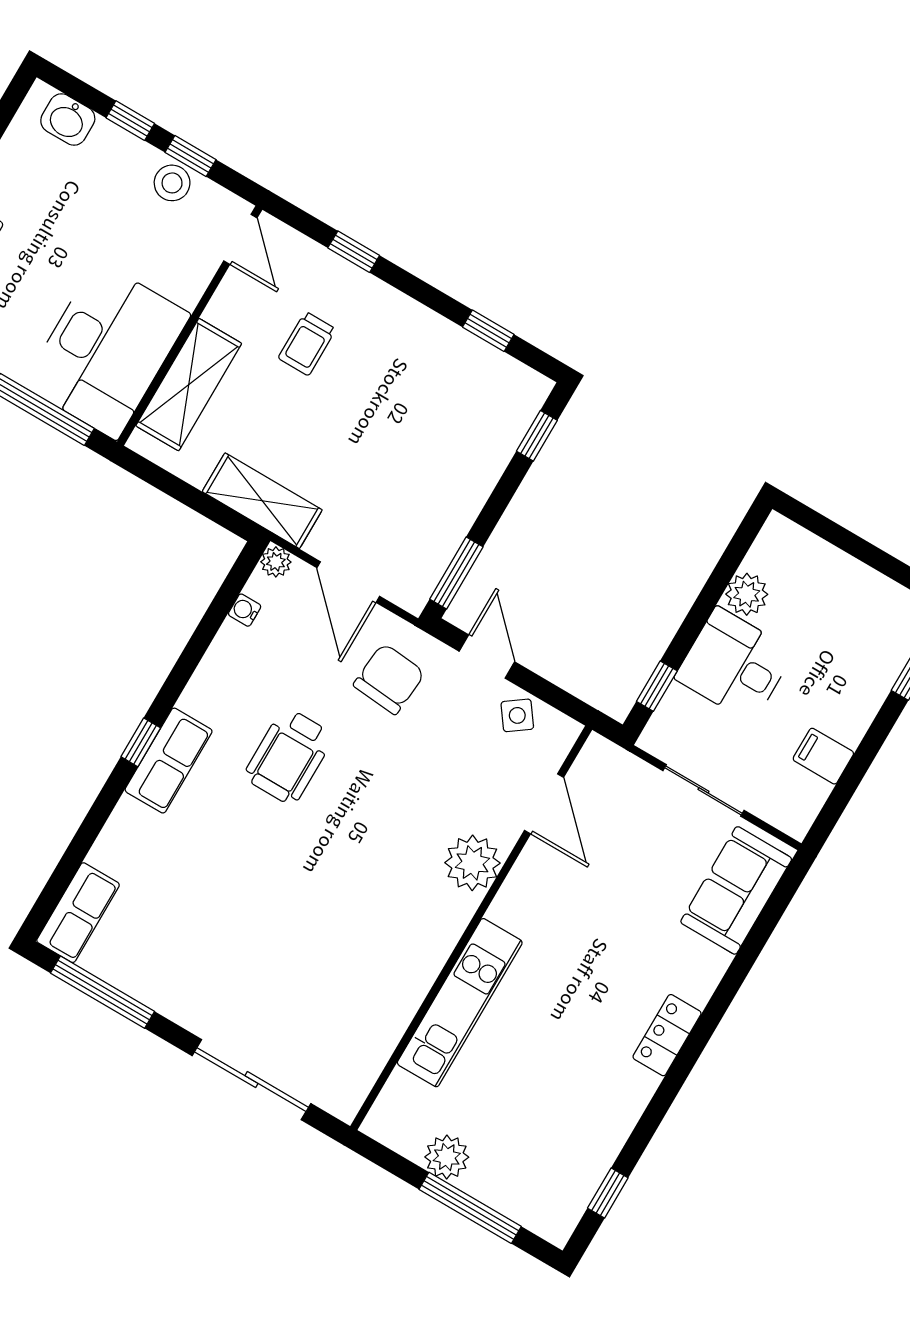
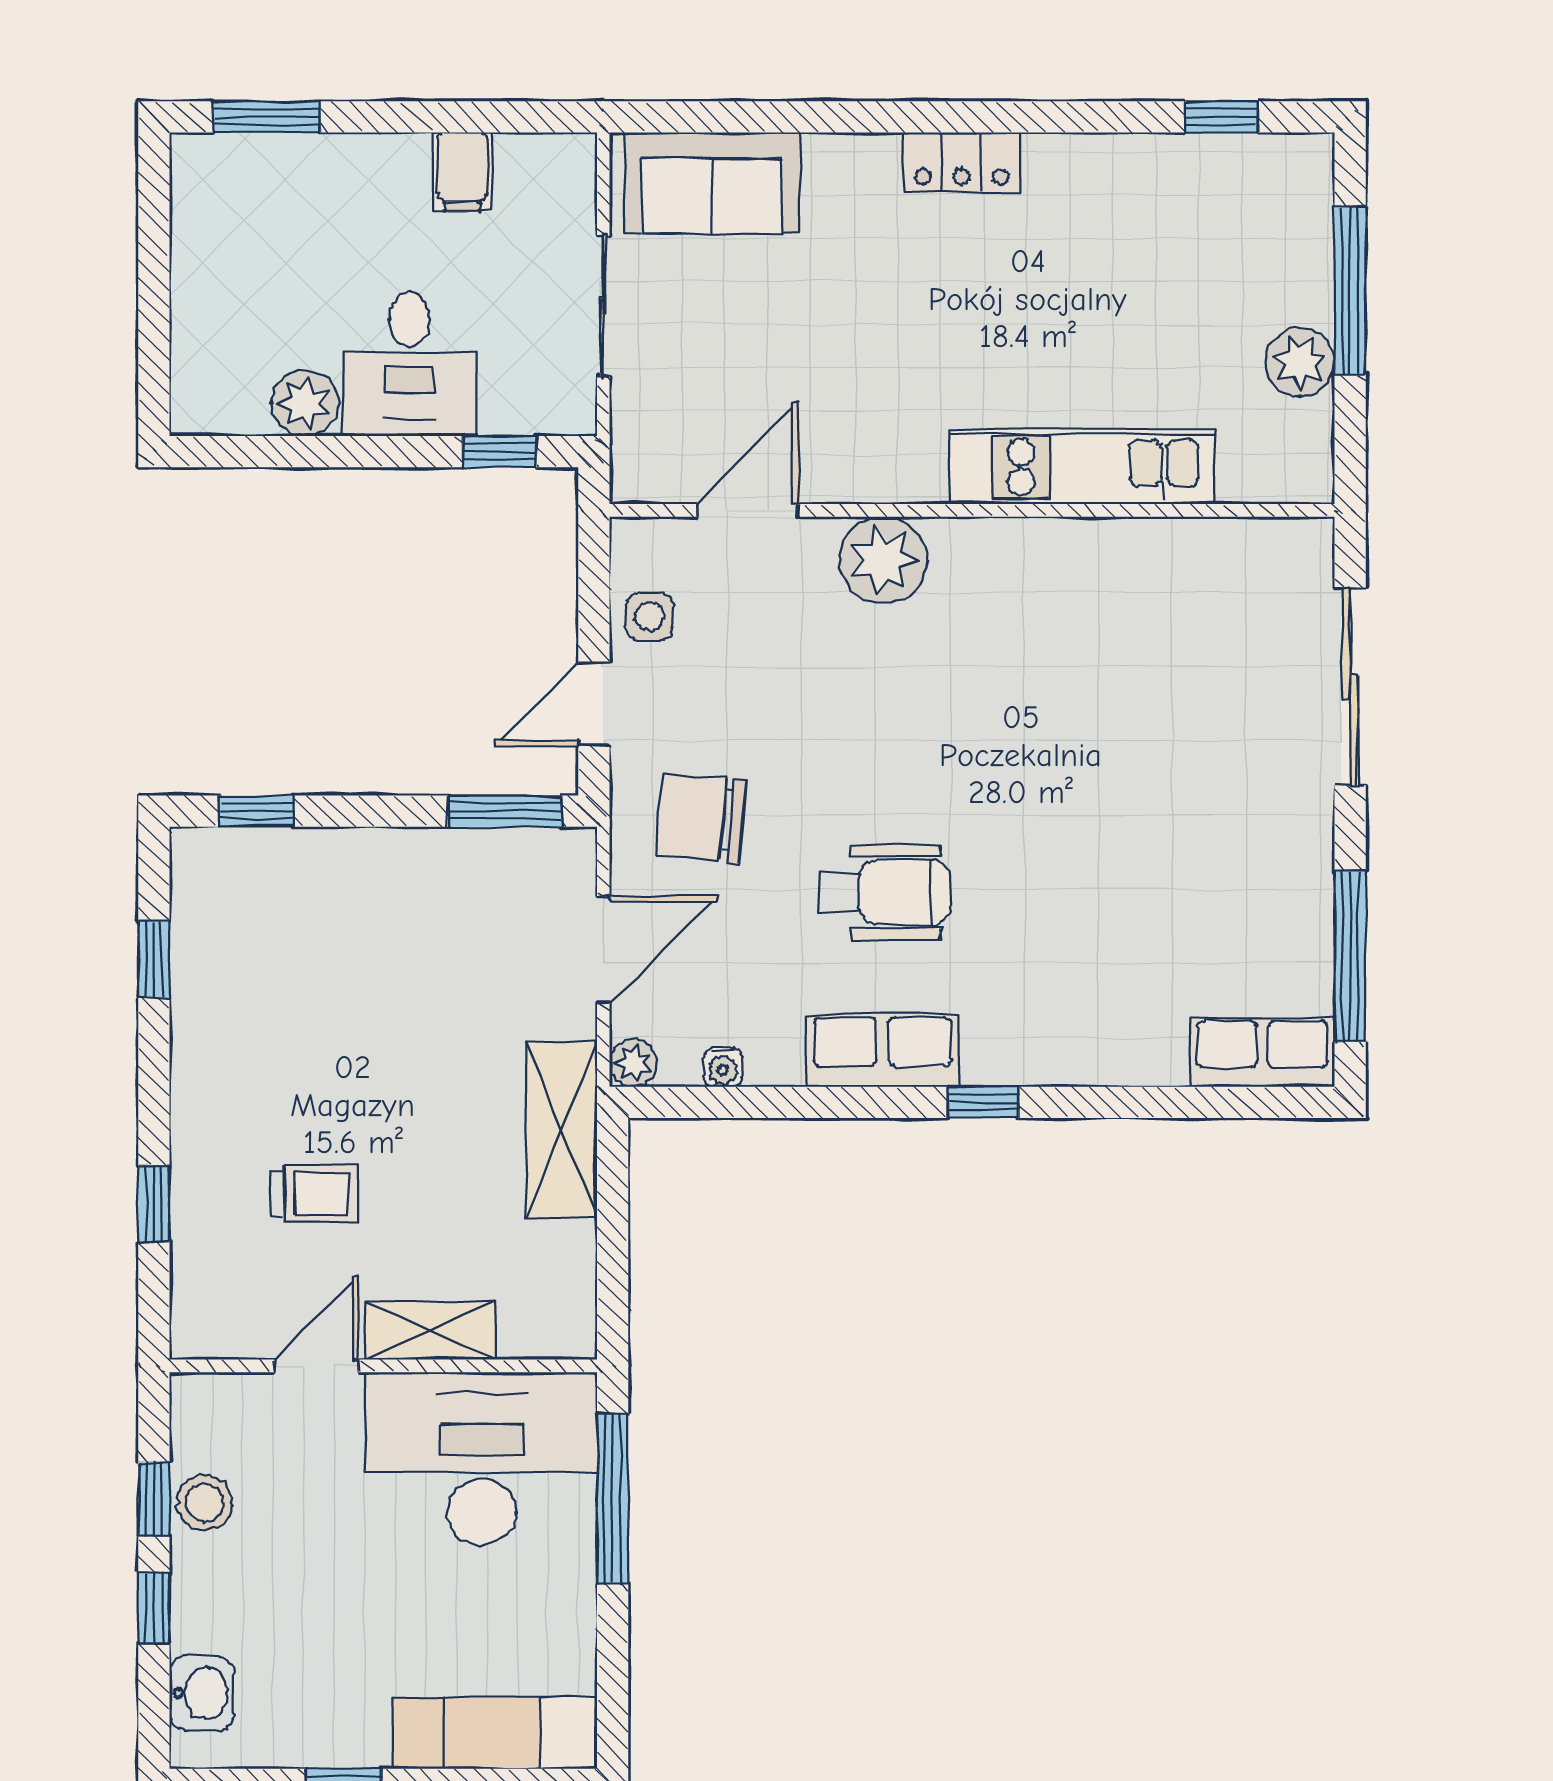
door: (240, 239) -> (316, 1366), moved
shelving: (189, 385) -> (431, 1330), width x0.67, depth x0.75
side table: (517, 715) -> (649, 616), turned 37
row of seats: (169, 761) -> (882, 1051), moved

